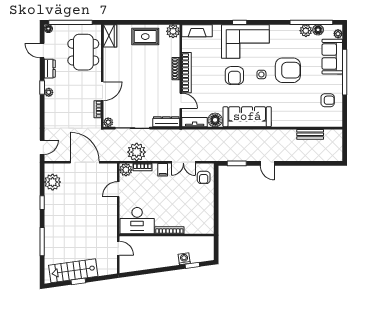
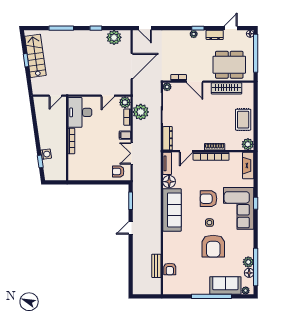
wardrobe: (110, 36) -> (227, 88), moved, width x1.50
armchair: (328, 100) -> (170, 269), moved
door: (118, 189) -> (108, 96), swing flipped

